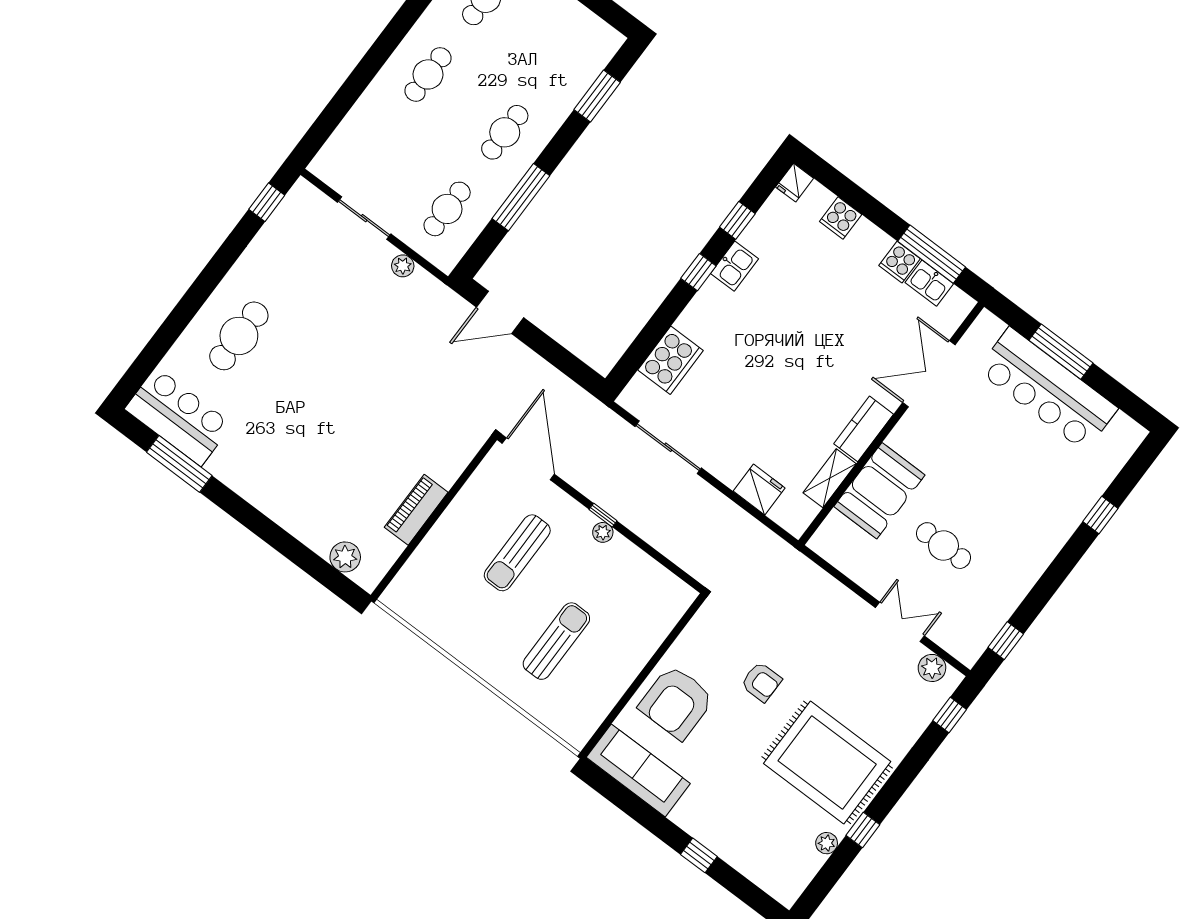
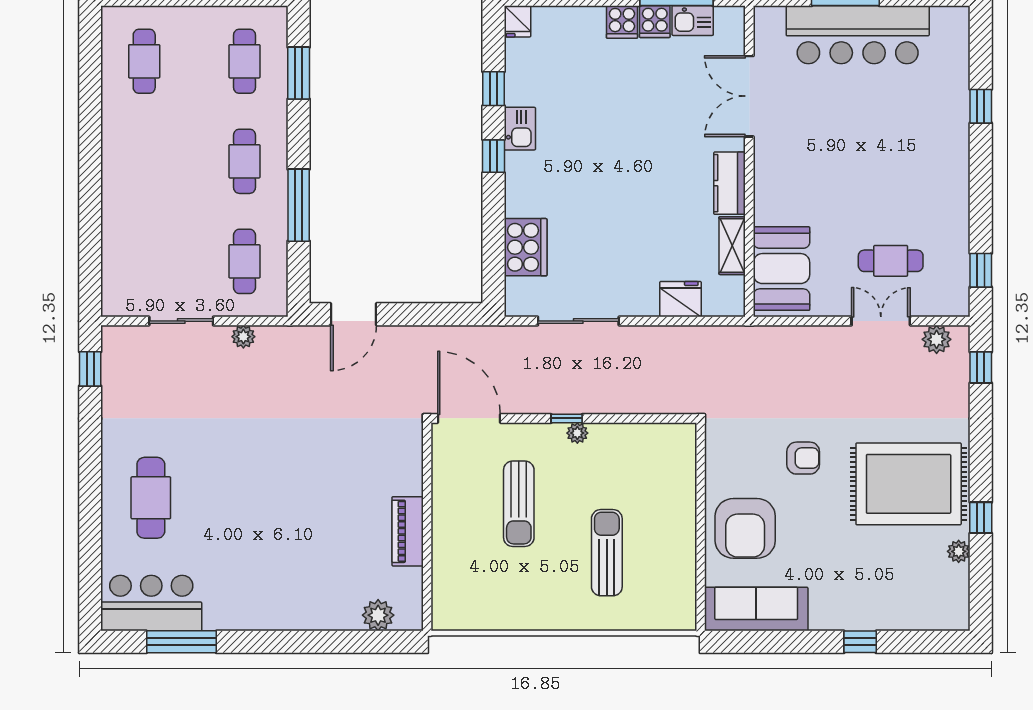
cafe table: (428, 74) -> (245, 61), moved
cooker: (841, 218) -> (622, 22), moved
booth: (879, 491) -> (781, 269), moved
cafe table: (943, 546) -> (891, 261), moved

